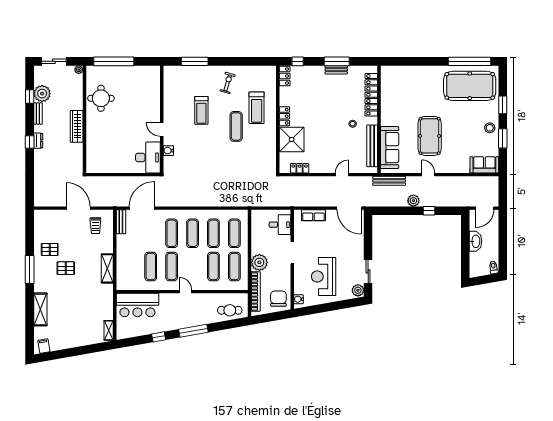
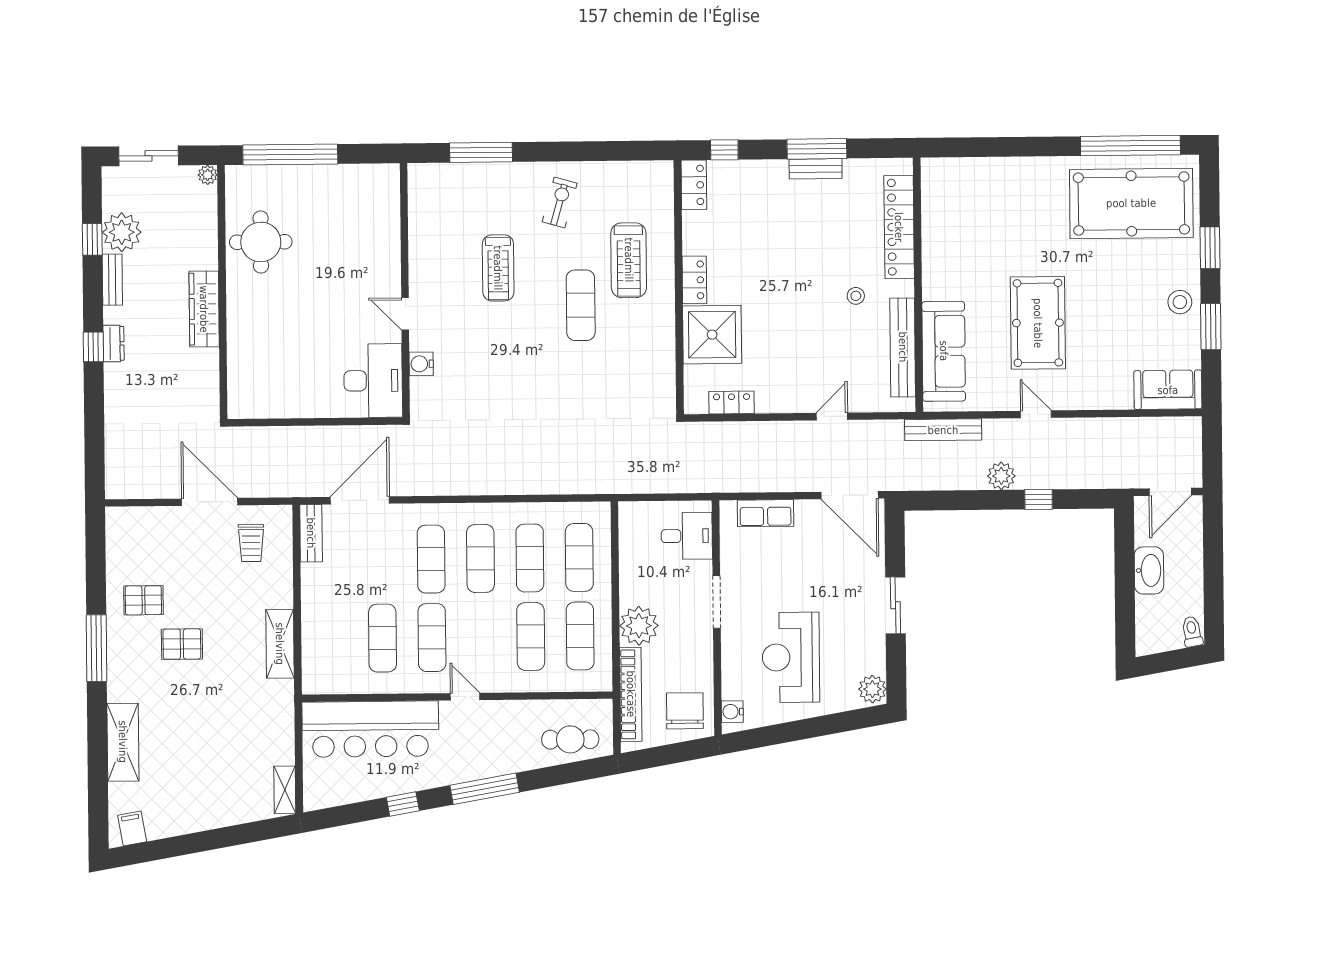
sliding door: (368, 271) -> (895, 605), moved
bar counter: (137, 305) -> (370, 729), width x1.36

